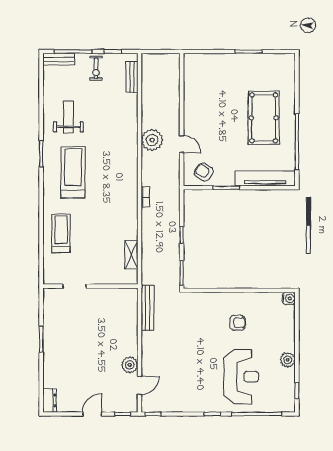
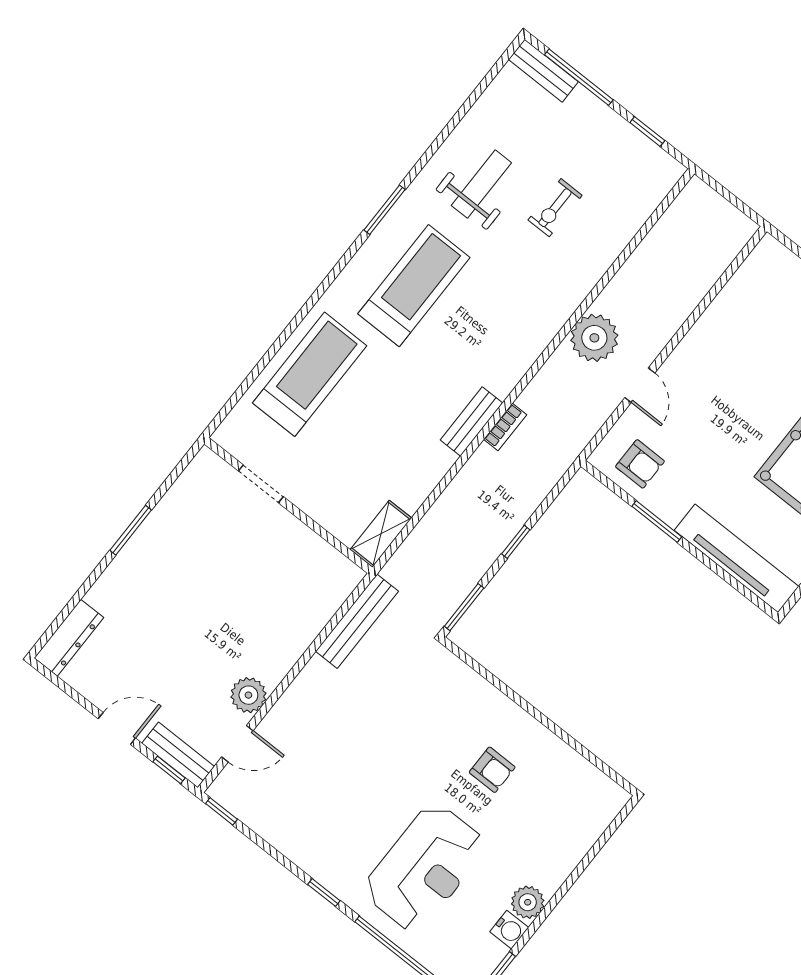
exercise bike: (96, 68) -> (555, 208), moved
bench: (132, 77) -> (471, 421), moved
armchair: (204, 172) -> (640, 464), turned 145
treadmill: (61, 233) -> (310, 374), width x1.37, depth x1.38
shelving: (131, 255) -> (381, 534), moved
water cooler: (289, 298) -> (509, 930), moved
dresser: (50, 400) -> (69, 638), width x1.44
bench: (122, 406) -> (178, 755), added

